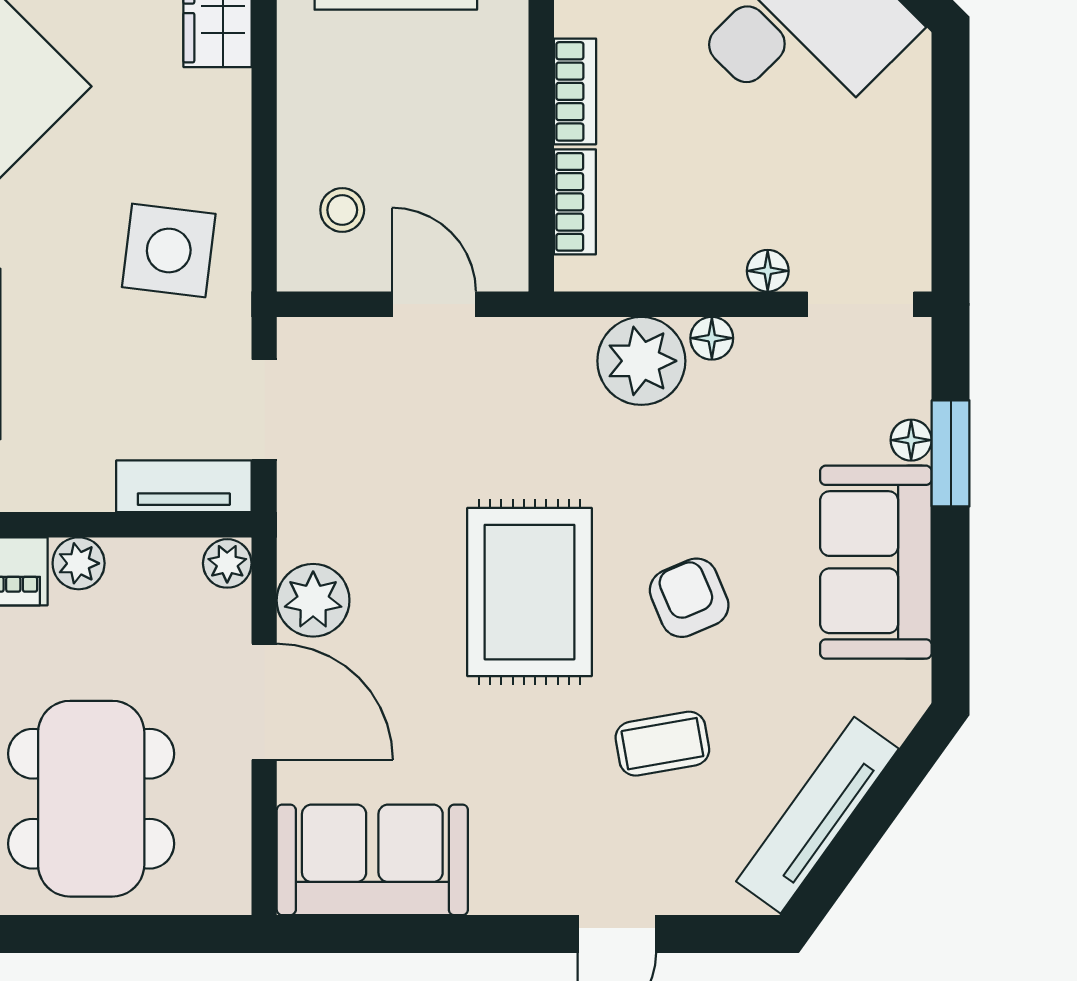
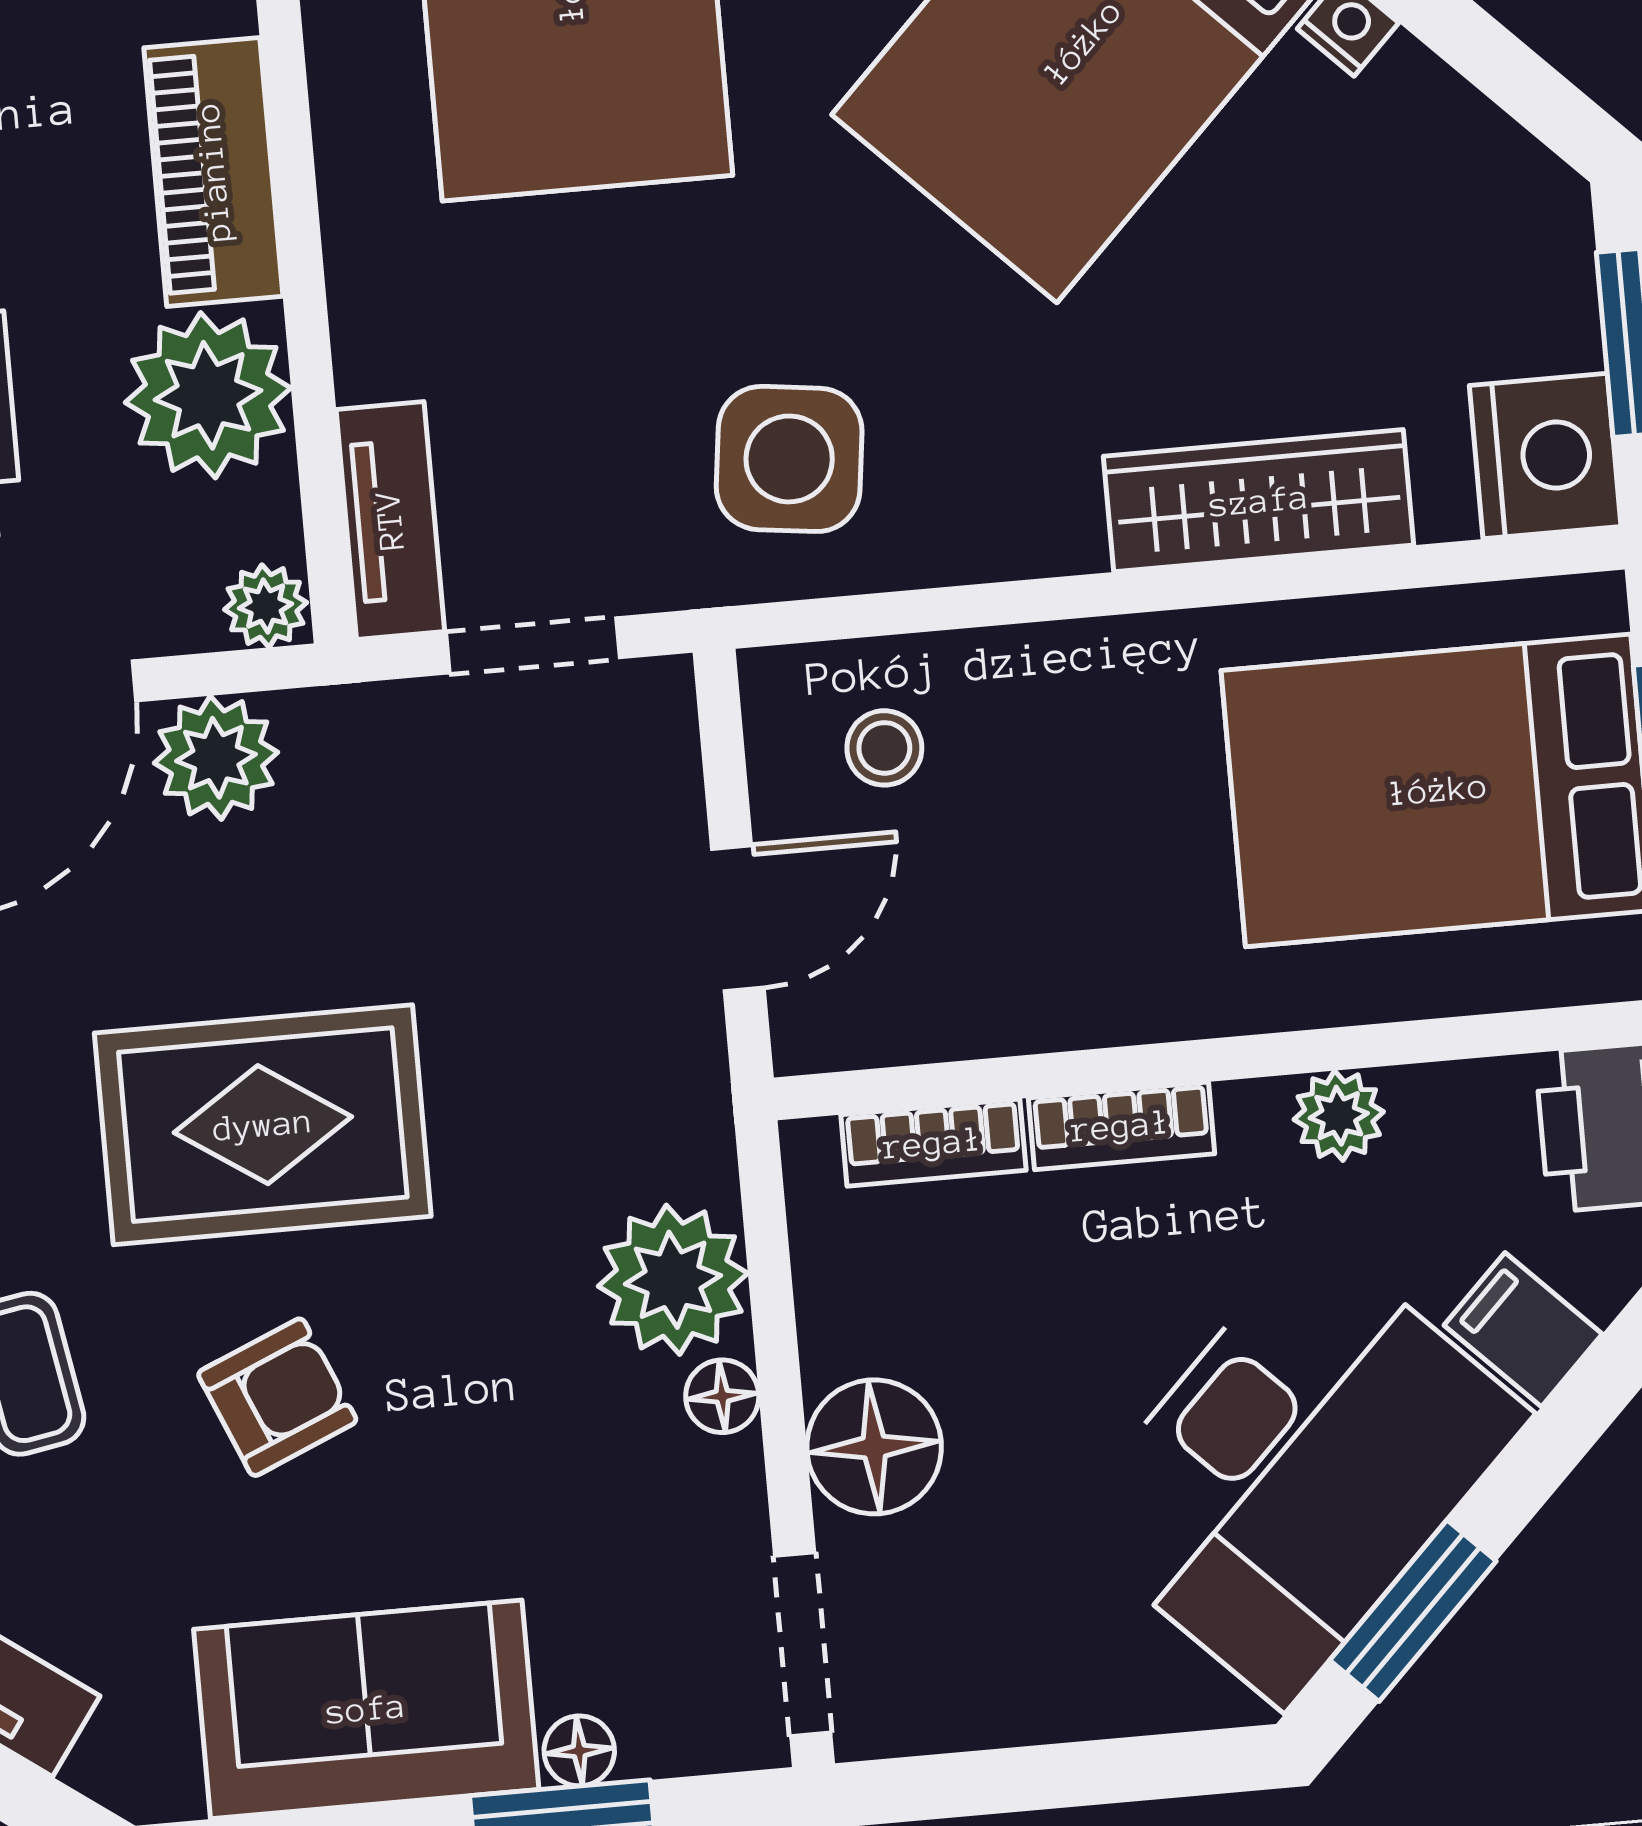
floor lamp: (768, 271) -> (874, 1447), width x1.89, depth x1.89
plant: (79, 563) -> (208, 395), width x1.88, depth x1.88

